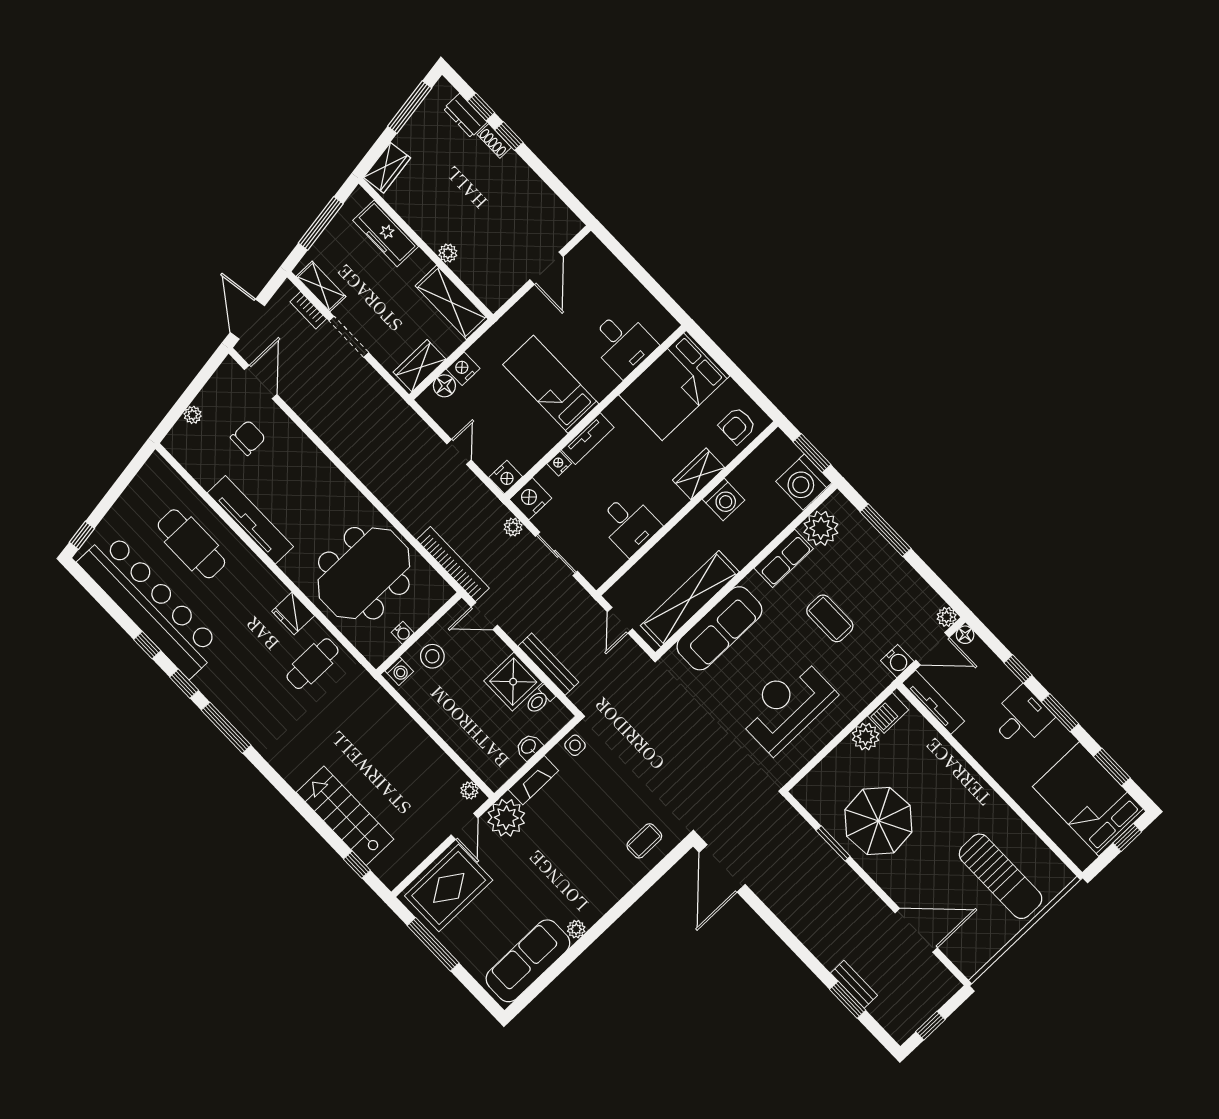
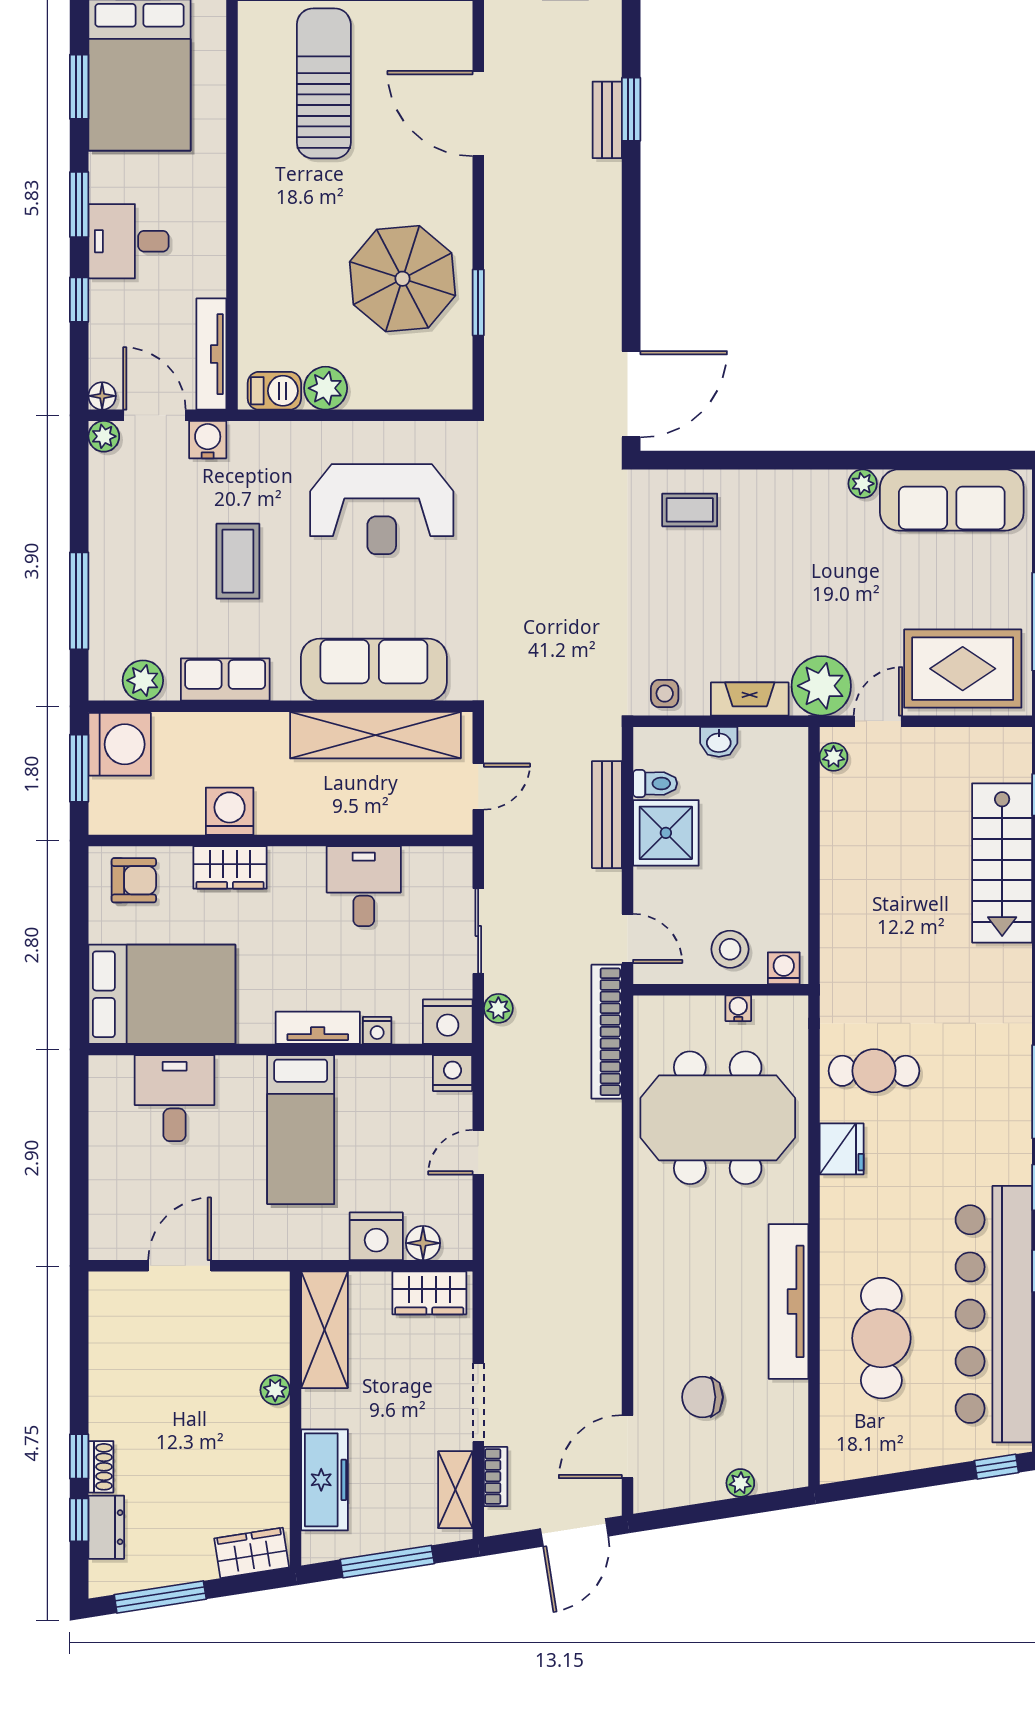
nightstand: (463, 369) -> (376, 1236), width x1.36, depth x1.33
plant: (821, 528) -> (143, 680), width x0.73, depth x0.73

